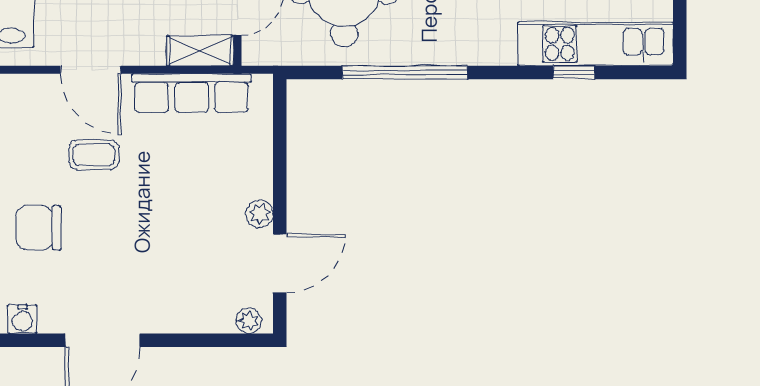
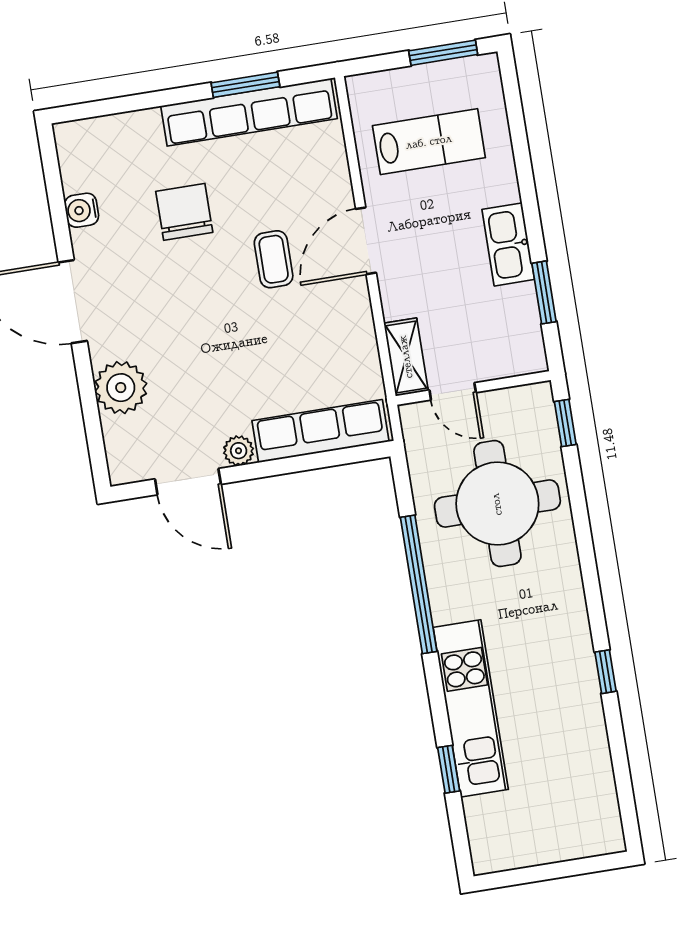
kitchen unit: (596, 44) -> (471, 708), moved
row of seats: (192, 93) -> (321, 431), moved, turned 90
plant: (249, 321) -> (121, 388), moved, width x1.88, depth x1.88

